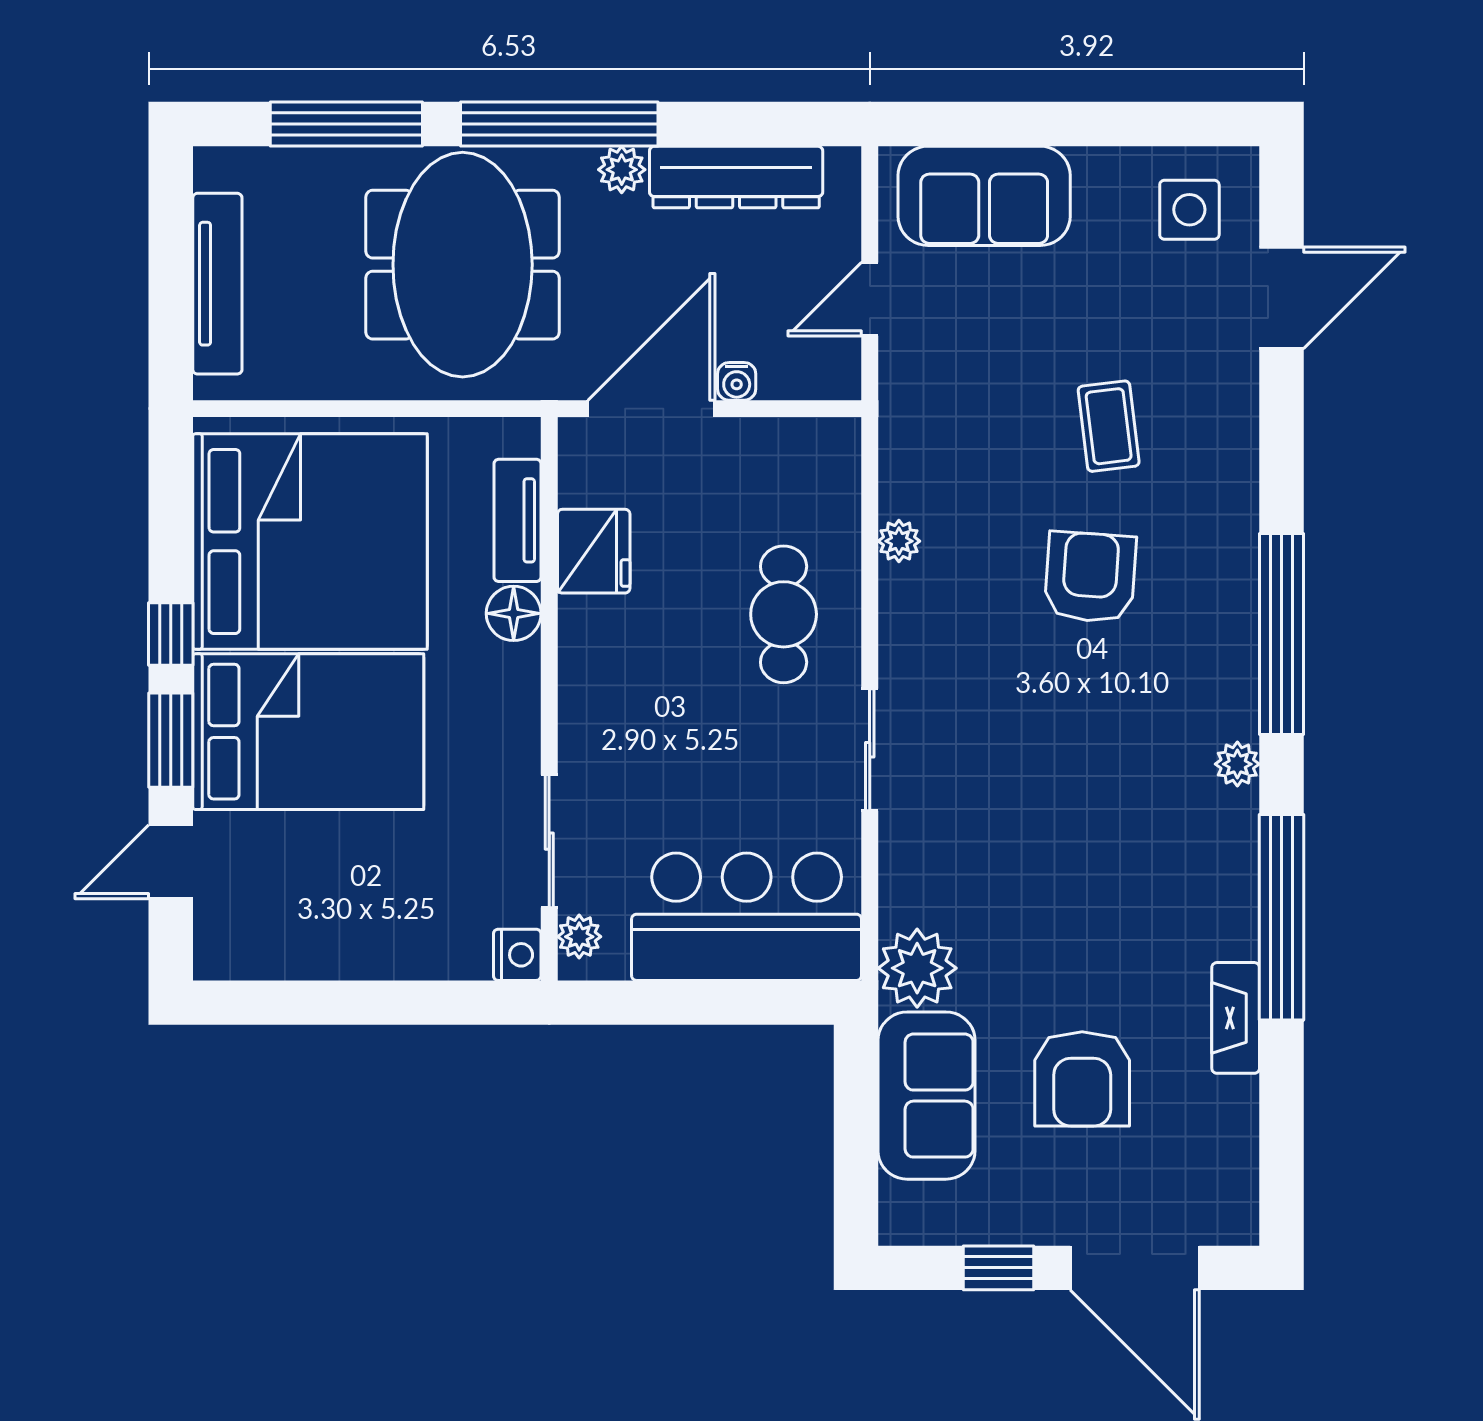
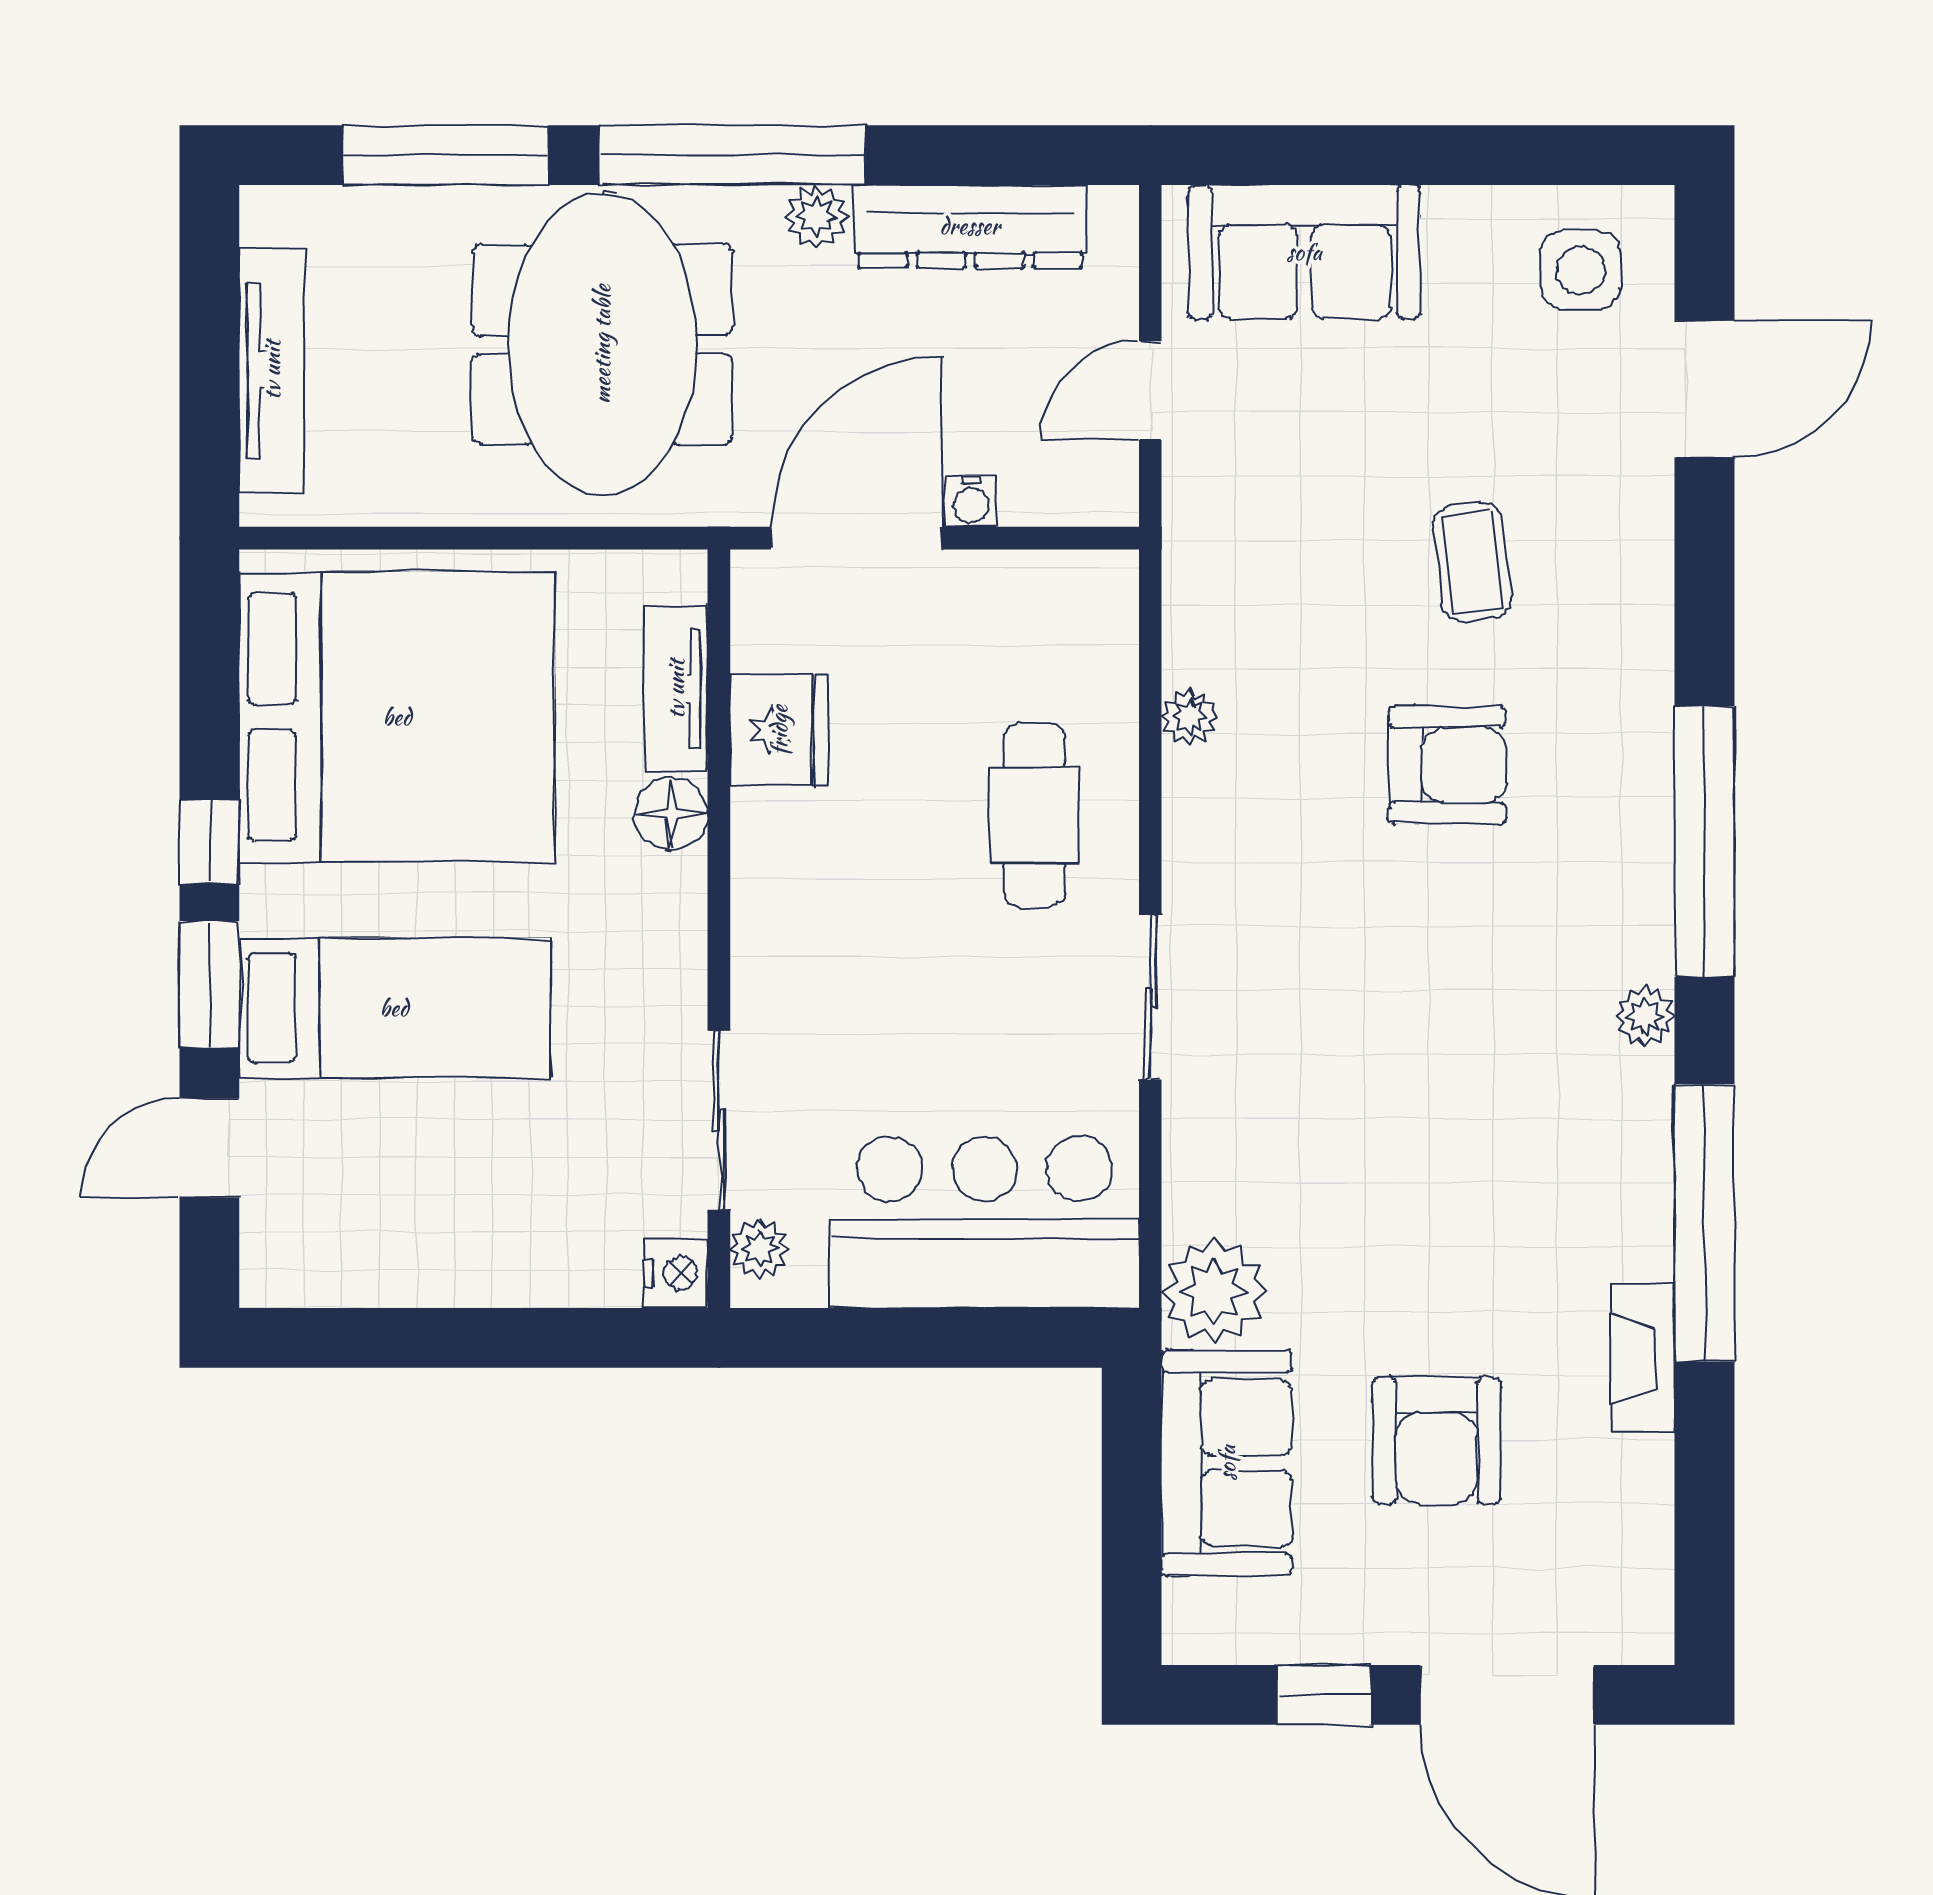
armchair: (1090, 577) -> (1447, 765), turned 86
bed: (308, 732) -> (394, 1008), width x0.67

